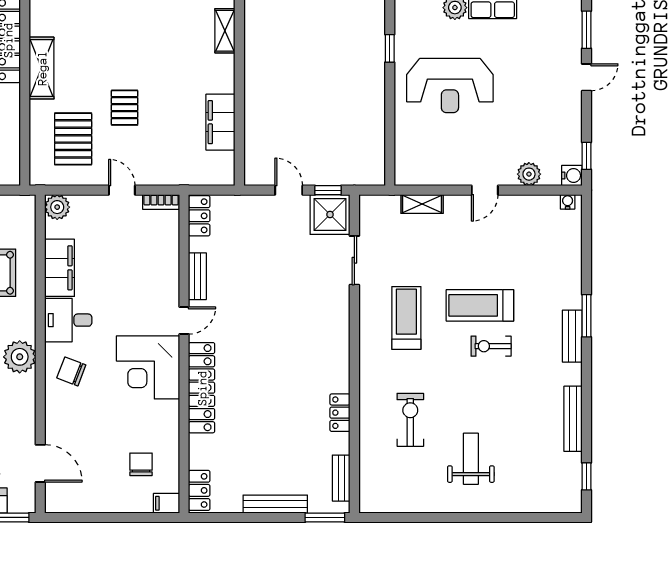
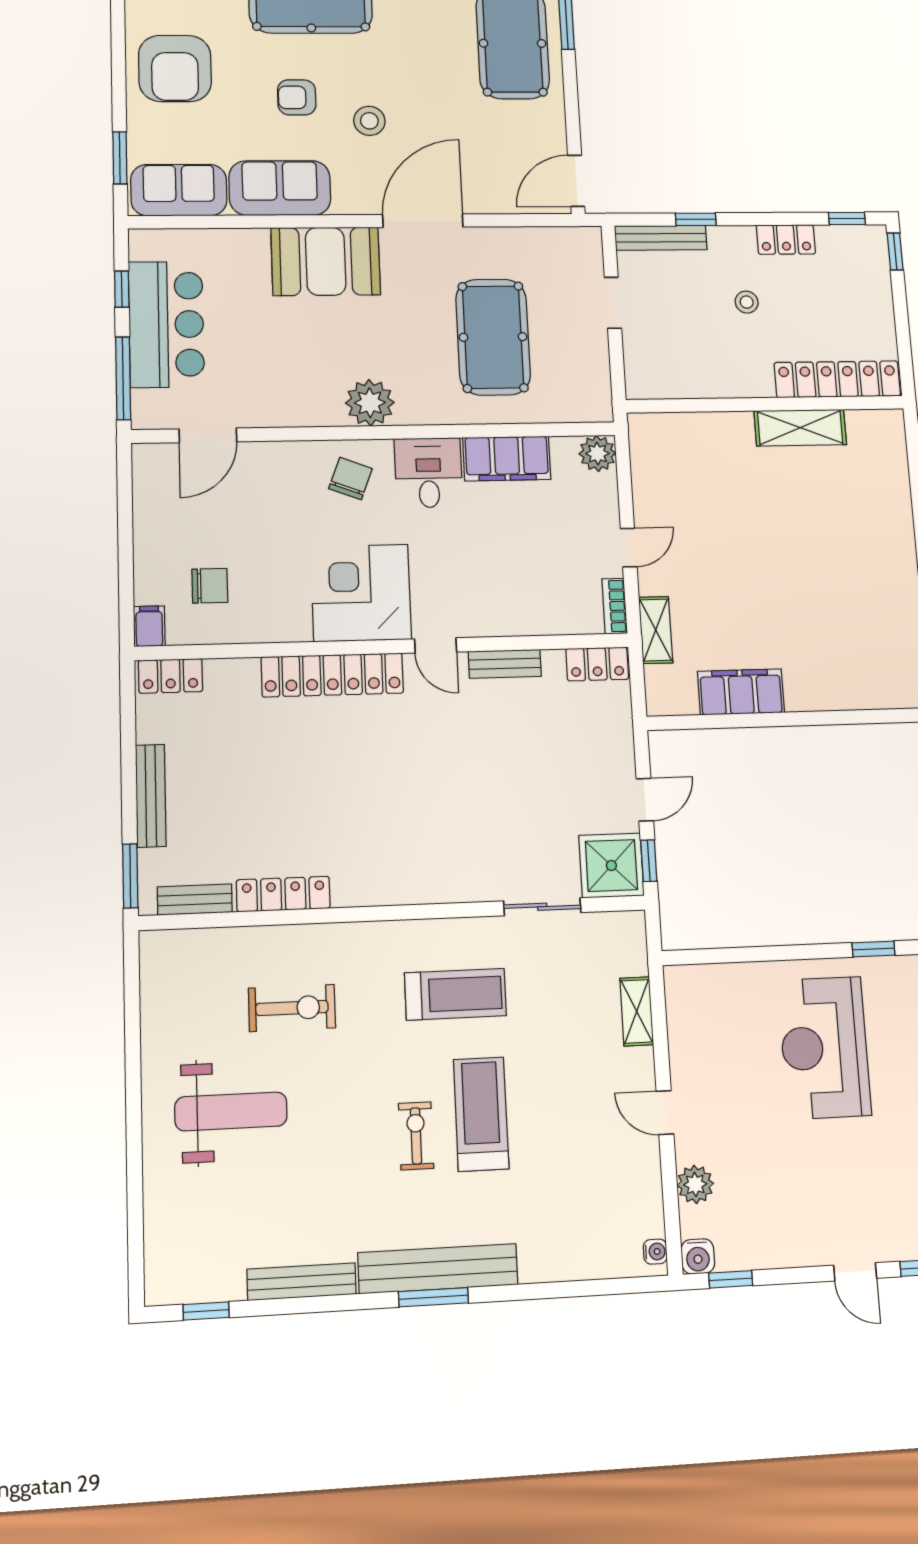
shelving: (225, 31) -> (656, 630), moved, turned 90
pallet: (125, 108) -> (752, 549), removed
pallet: (73, 139) -> (700, 475), removed
window: (587, 316) -> (433, 1297), moved
bench: (572, 336) -> (438, 1269), width x1.86, depth x1.21
locker: (340, 413) -> (283, 894), width x1.53
weight bench: (471, 459) -> (231, 1111), width x1.36, depth x1.33

